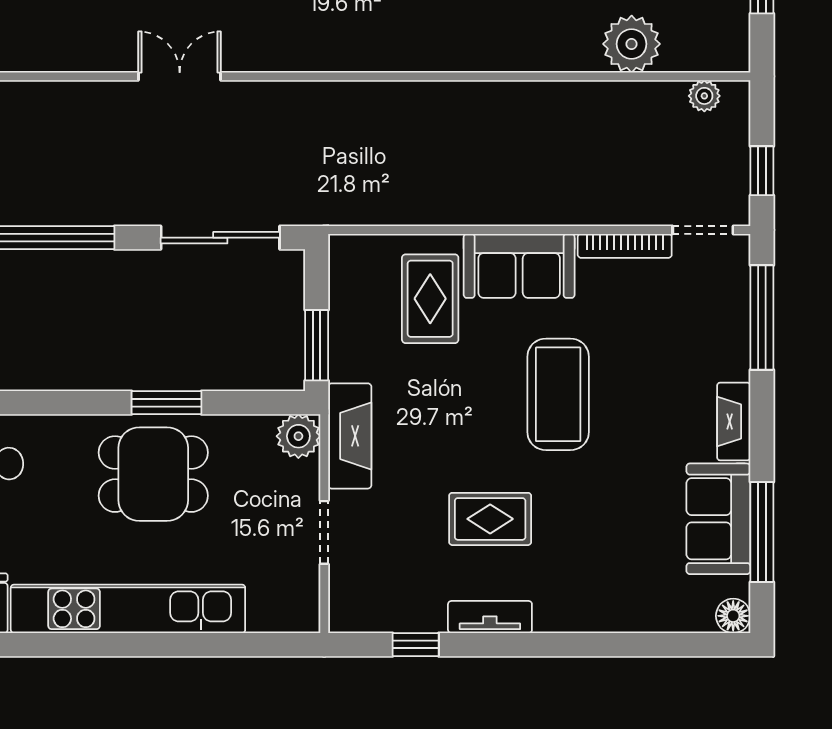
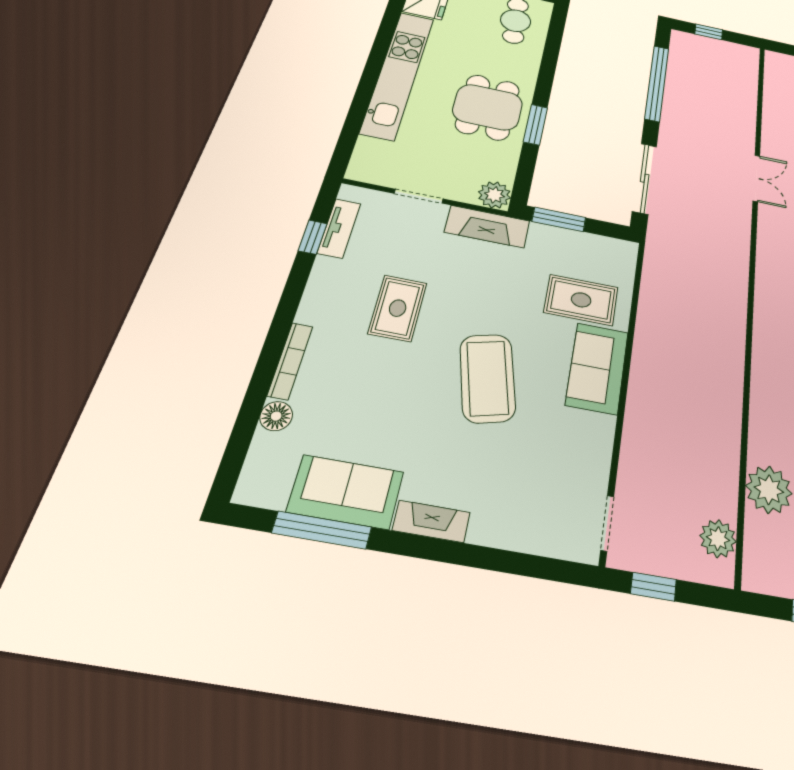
plant: (704, 96) -> (718, 539), width x1.38, depth x1.38
bookcase: (625, 246) -> (290, 361), moved, turned 180
window: (762, 317) -> (521, 564), removed
coffee table: (558, 394) -> (488, 378), turned 76
floor lamp: (733, 616) -> (276, 416), moved
tv unit: (490, 617) -> (339, 228), moved

